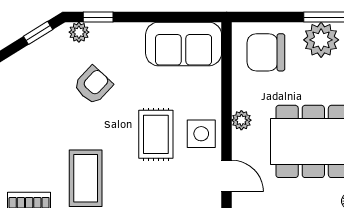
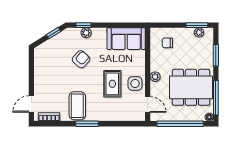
plant: (79, 32) -> (86, 33), moved
plant: (321, 40) -> (199, 32), width x0.53, depth x0.53
chair: (266, 52) -> (167, 43), width x0.54, depth x0.54

